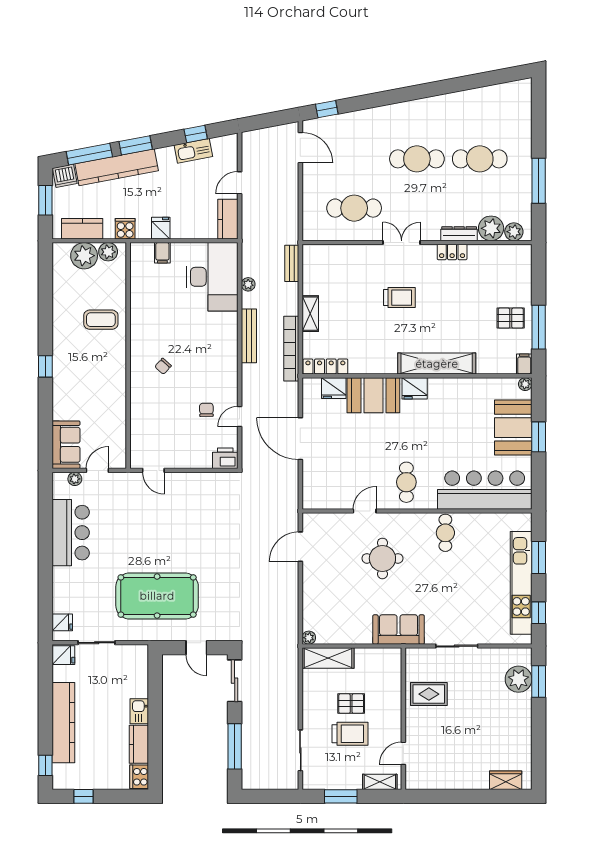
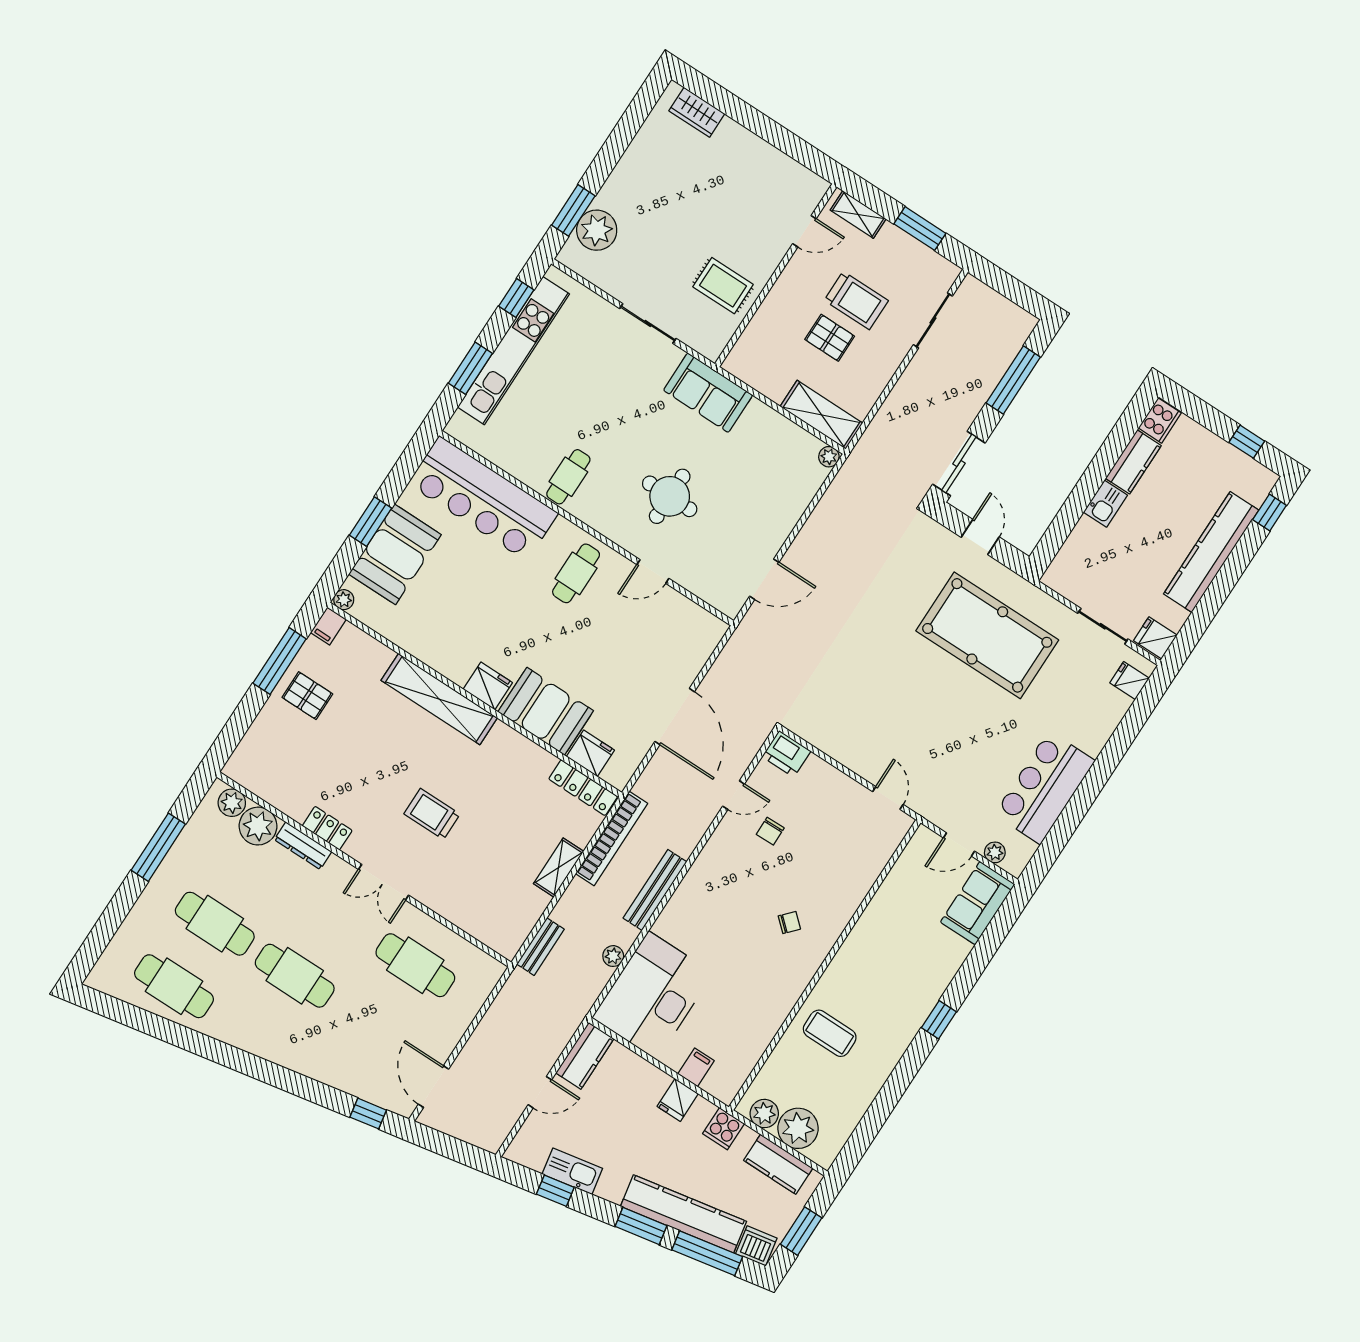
cafe table: (480, 110) -> (174, 986), added
trolley: (350, 734) -> (856, 301), turned 180

